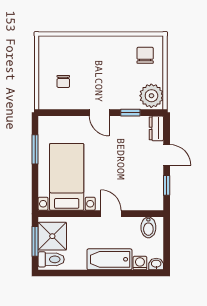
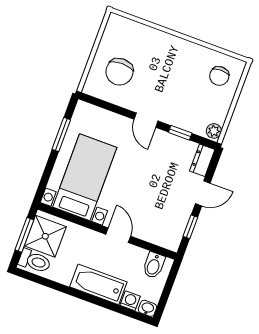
chair: (145, 55) -> (219, 76), turned 180
chair: (63, 81) -> (119, 72), width x1.87, depth x1.87
plant: (151, 96) -> (214, 131), width x0.53, depth x0.53
door: (167, 155) -> (203, 193), hinge flipped

